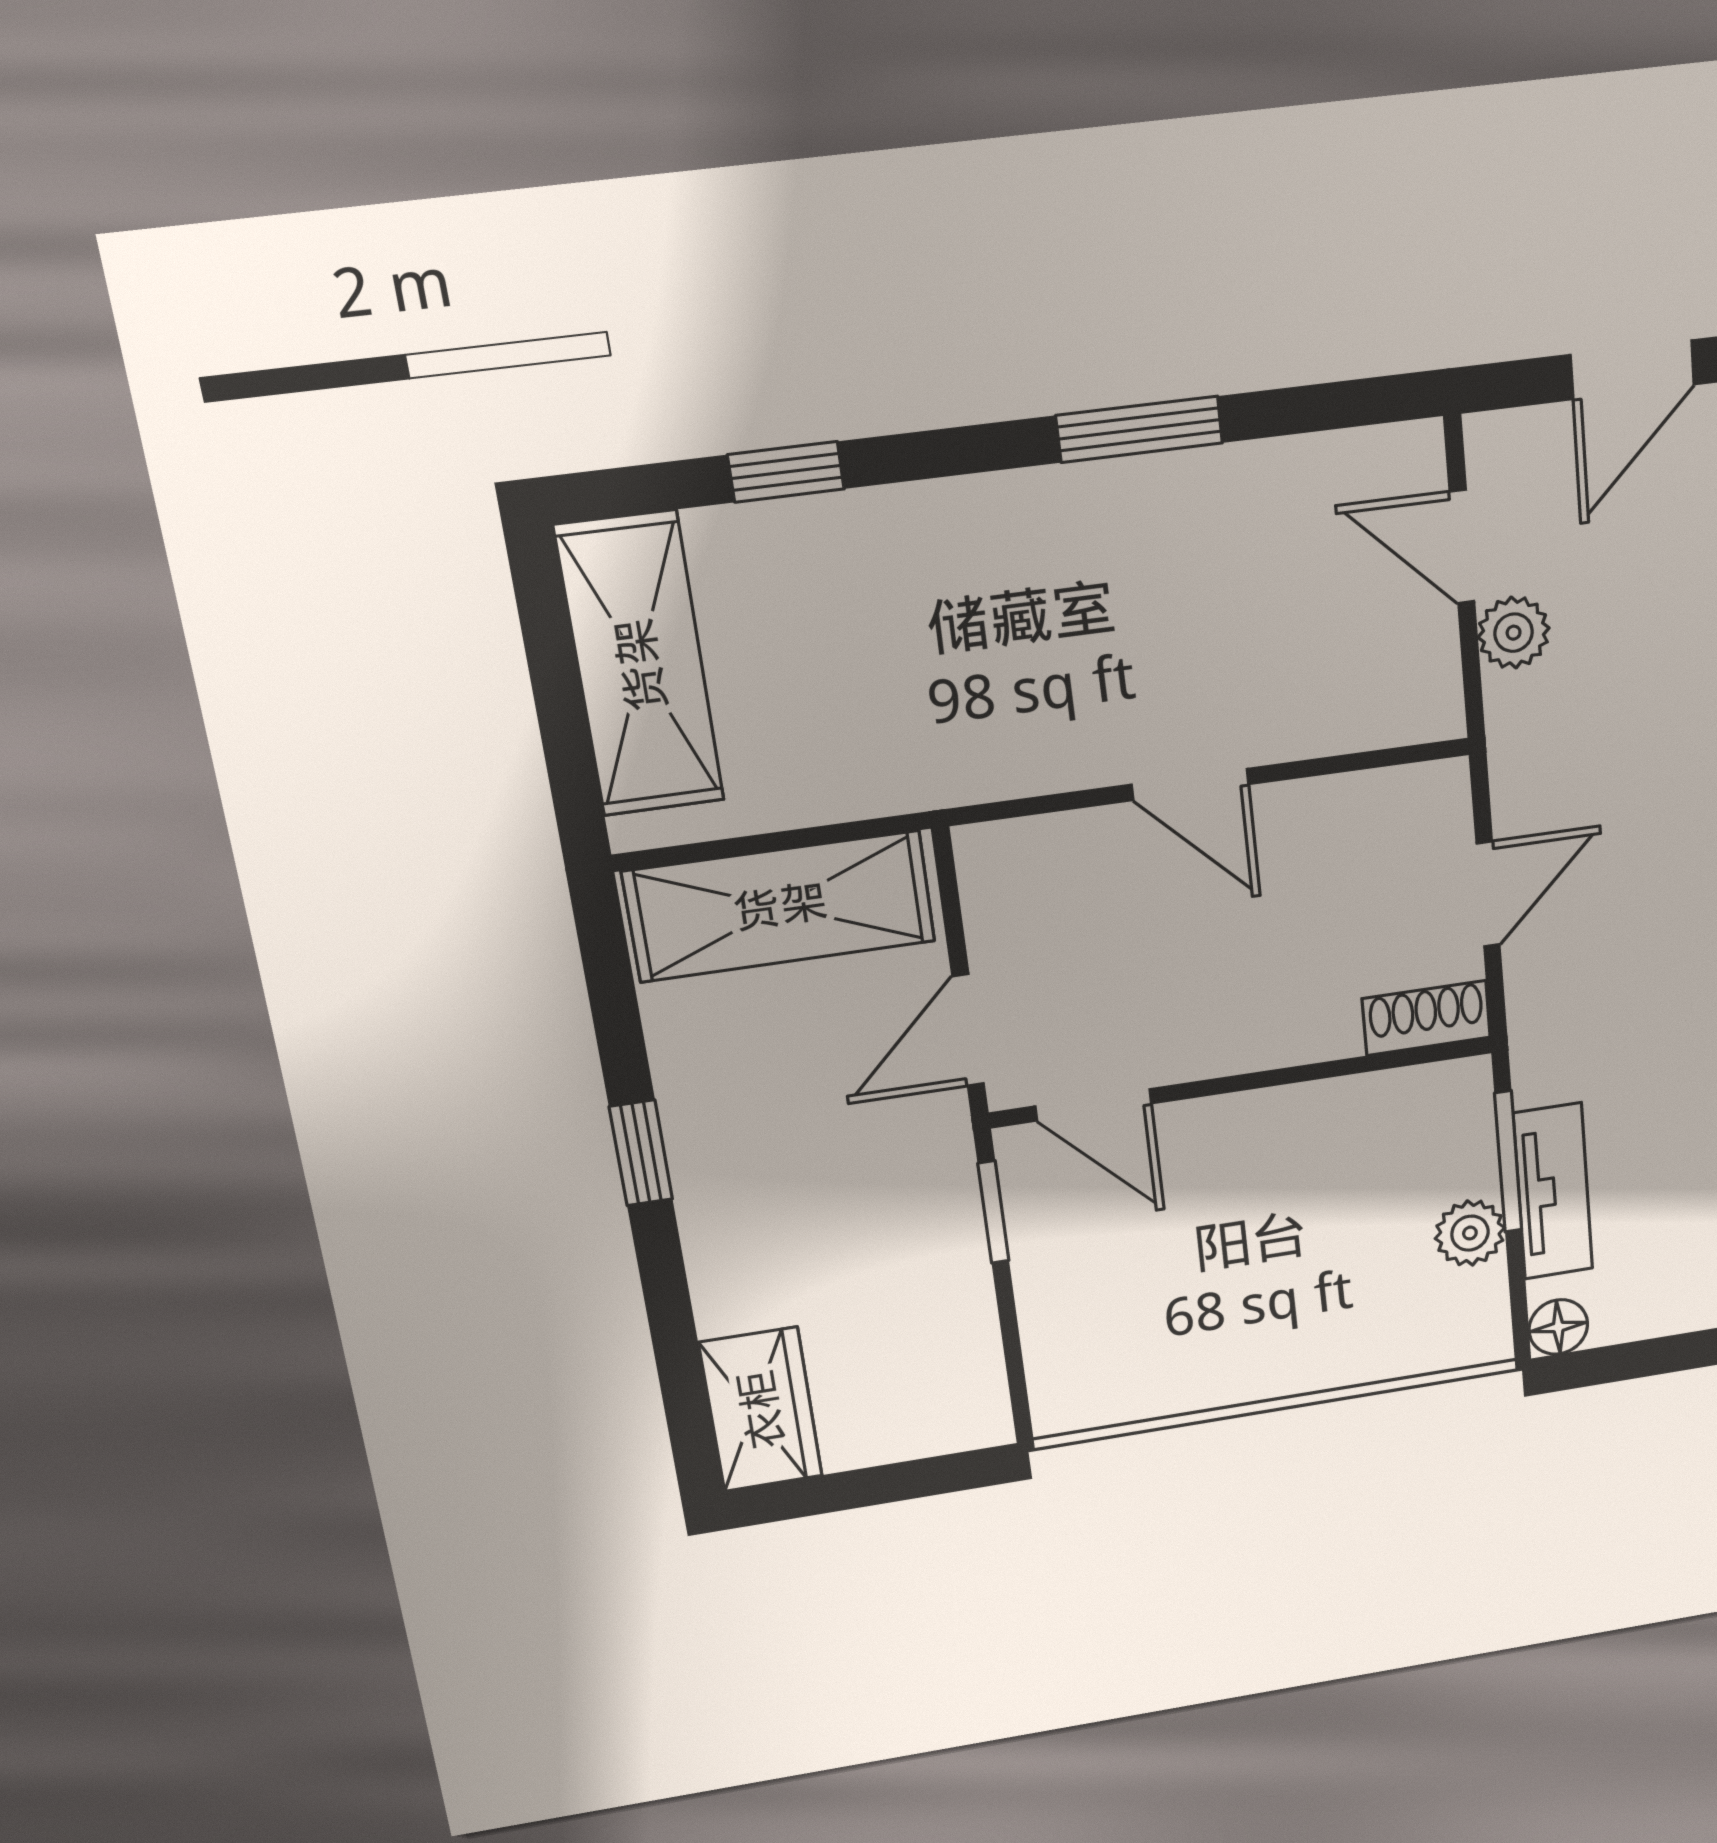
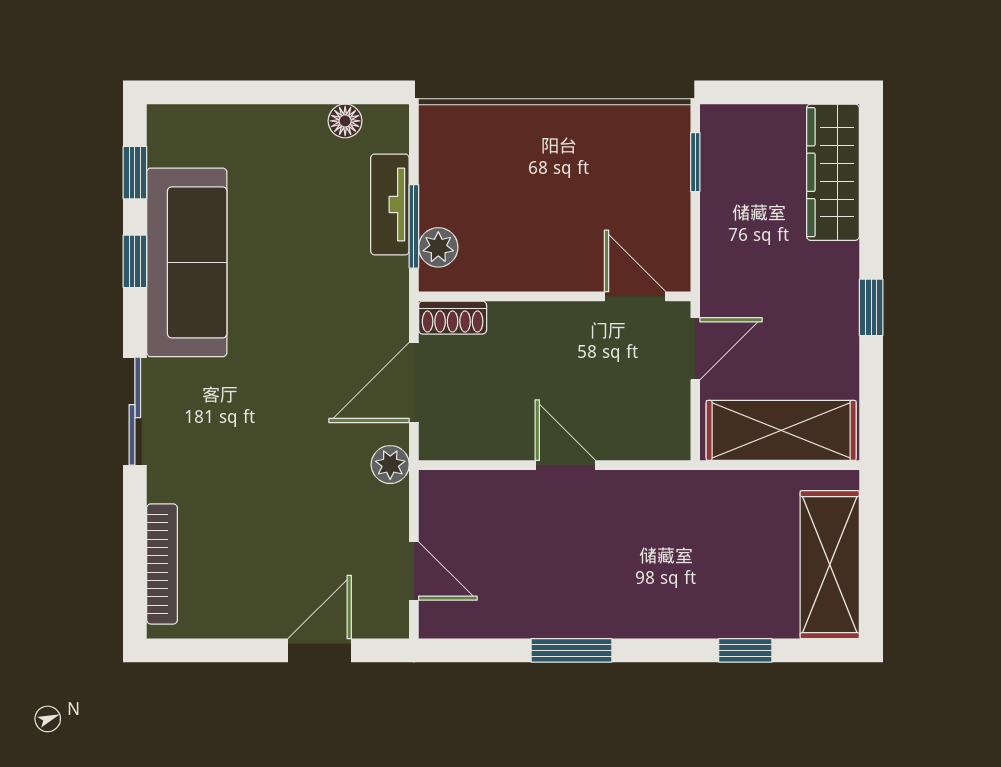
plant: (1514, 633) -> (390, 465), moved
door: (1488, 894) -> (414, 382), width x1.38
window: (993, 1212) -> (695, 162), moved
plant: (1470, 1233) -> (438, 247), moved
floor lamp: (1558, 1327) -> (345, 121), moved
wardrobe: (761, 1410) -> (833, 172), width x1.50

